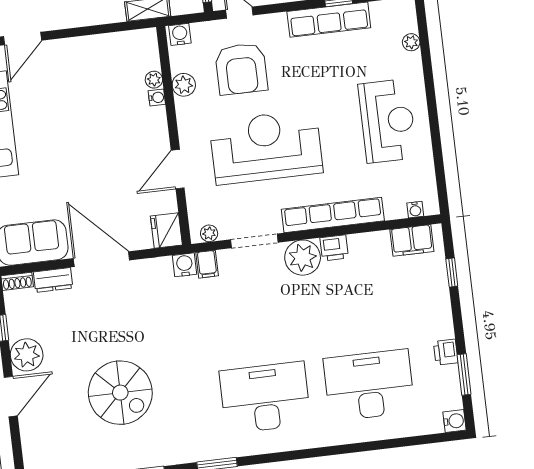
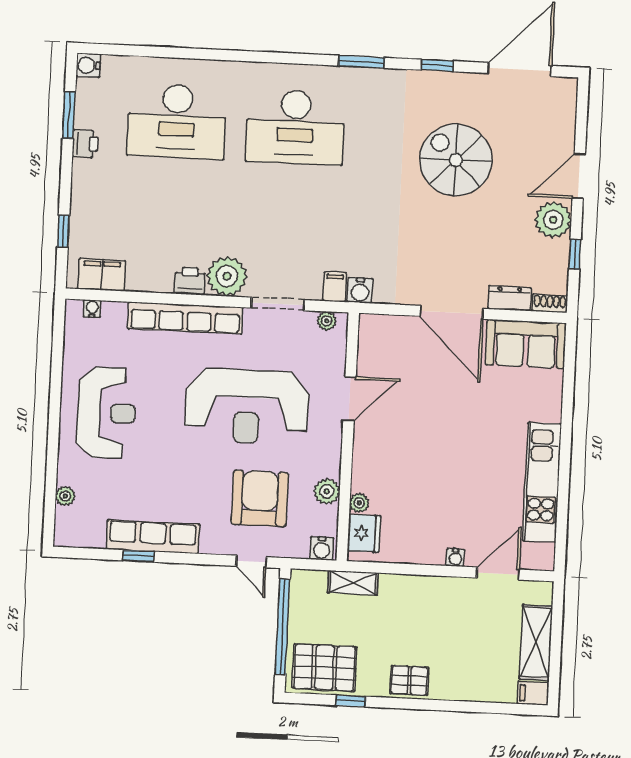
water cooler: (157, 98) -> (455, 558), moved, turned -90
reception desk: (388, 121) -> (106, 413), turned 180
fridge: (166, 231) -> (364, 533), moved

